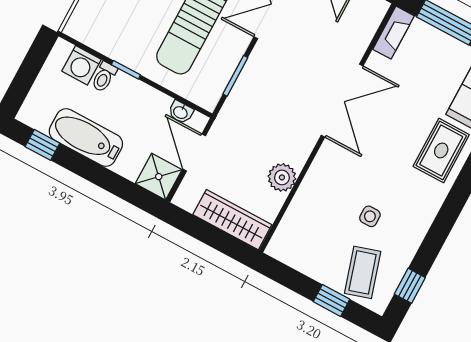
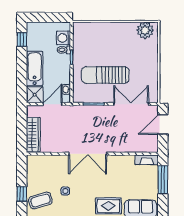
double door: (342, 101) -> (88, 154), moved
bathtub: (86, 138) -> (35, 68), moved
plant: (282, 177) -> (62, 146), removed

